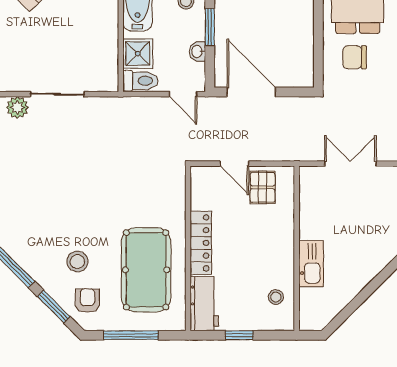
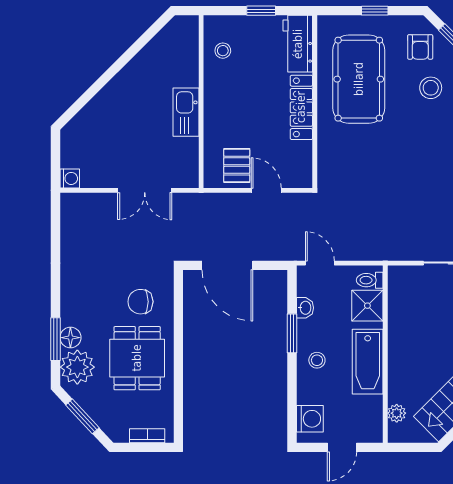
chair: (355, 57) -> (140, 302), turned 180
toilet: (140, 81) -> (370, 280), width x0.73, depth x0.72
door: (251, 92) -> (227, 265), moved
kitchen sink: (311, 264) -> (186, 112), moved
window: (131, 335) -> (375, 11), width x0.46

